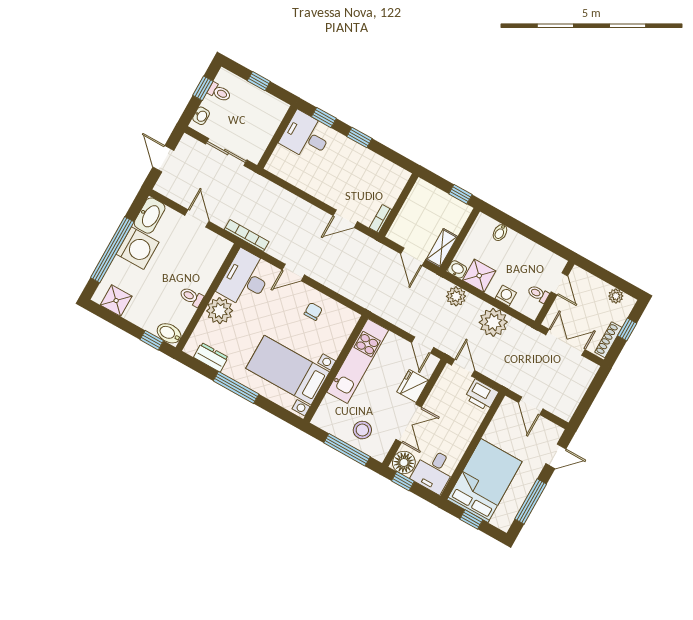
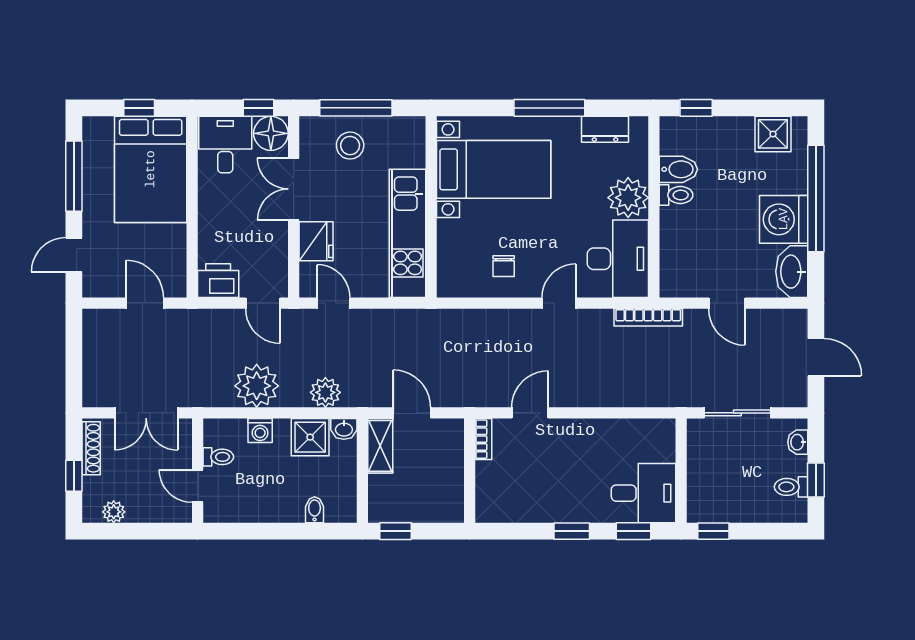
window: (259, 81) -> (713, 531), moved
bidet: (169, 333) -> (678, 169), moved

